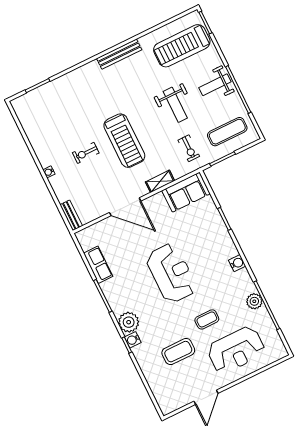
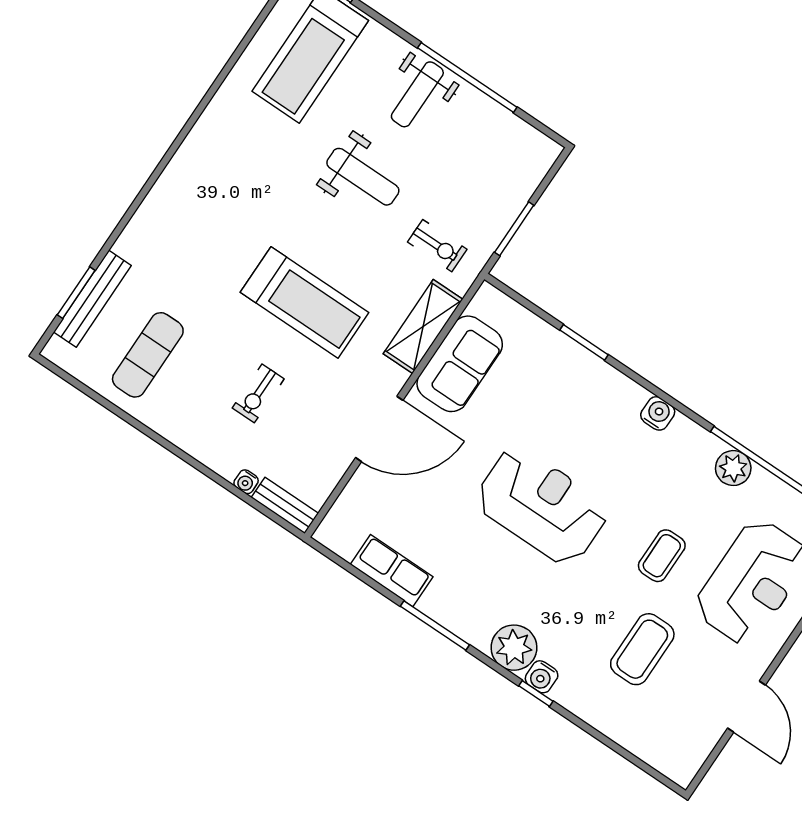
bench: (119, 54) -> (92, 299), moved
exercise mat: (227, 132) -> (148, 355), moved
exercise bike: (86, 153) -> (258, 393), moved
water cooler: (49, 172) -> (246, 482), moved
shelving: (160, 181) -> (423, 326), width x1.50, depth x1.33
sofa: (186, 192) -> (460, 364), moved

